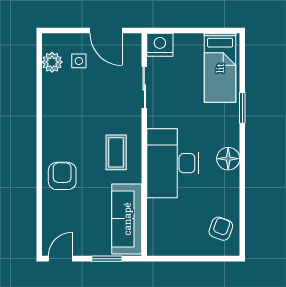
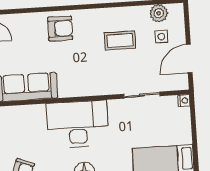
nightstand: (160, 45) -> (184, 101), width x0.53, depth x0.56
coffee table: (116, 152) -> (120, 40), moved

